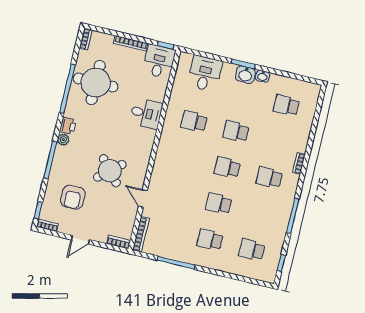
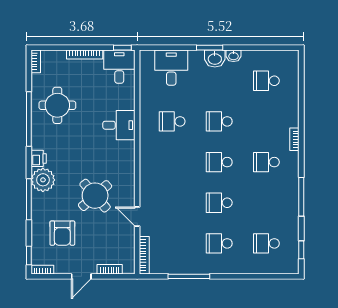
round table: (96, 83) -> (57, 105), width x0.73, depth x0.73
plant: (63, 140) -> (43, 180), width x1.88, depth x1.88
bookcase: (119, 242) -> (110, 269), moved

